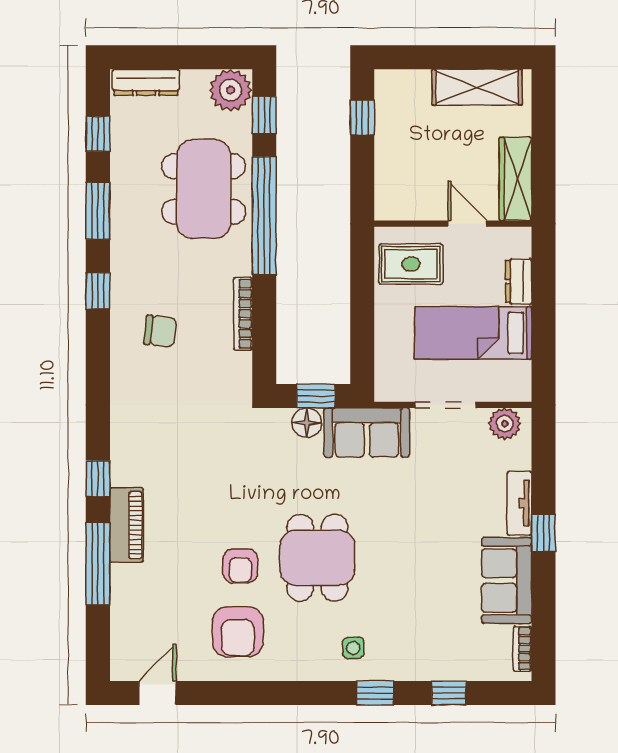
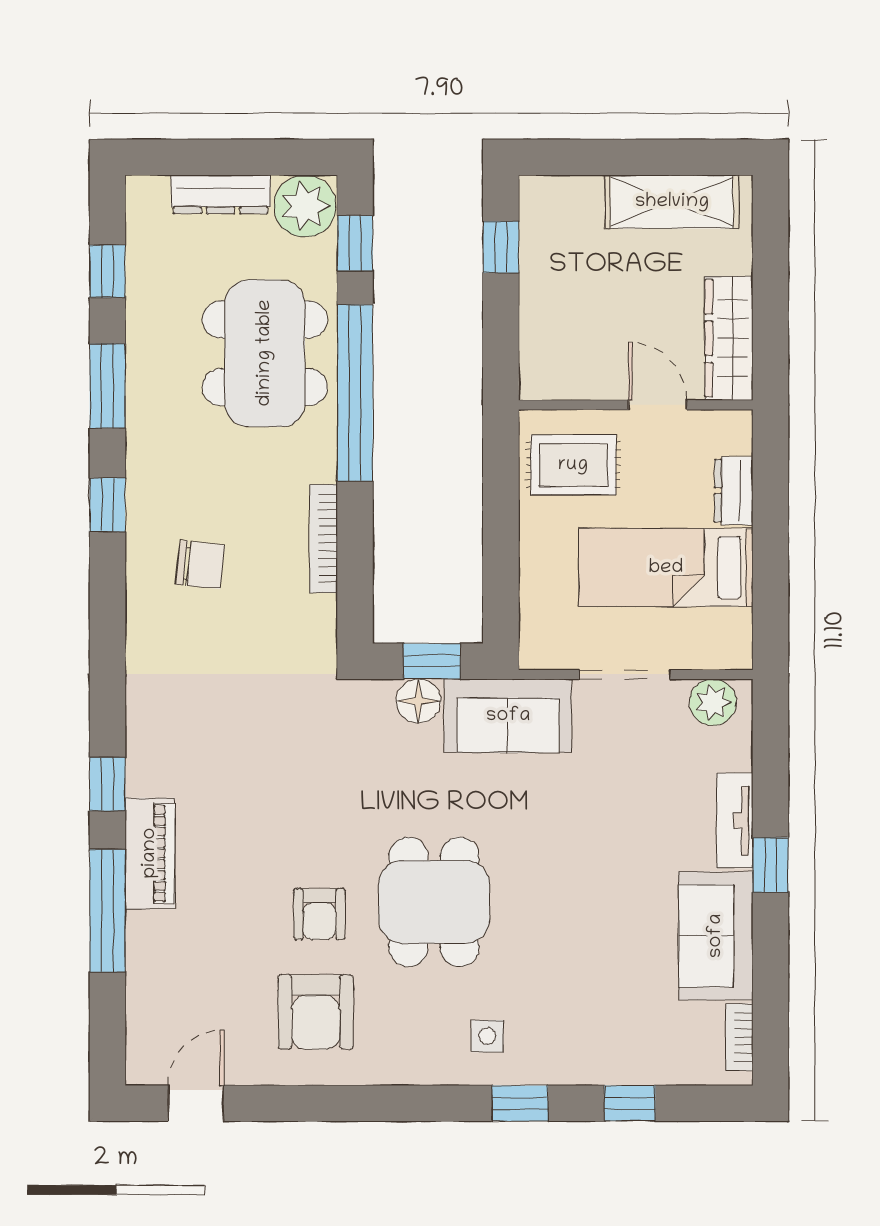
dresser: (146, 82) -> (221, 194), moved

